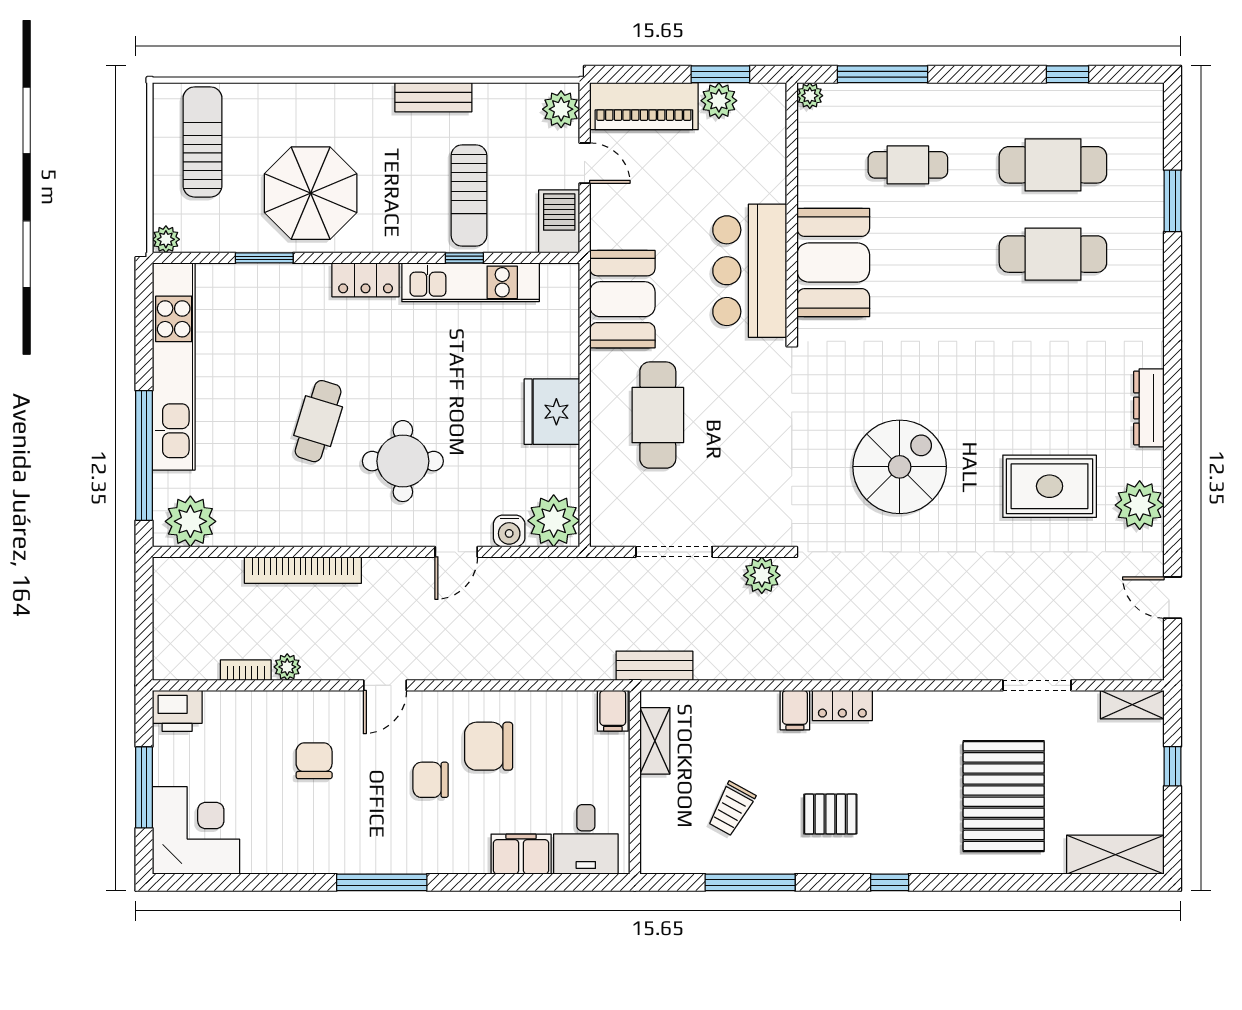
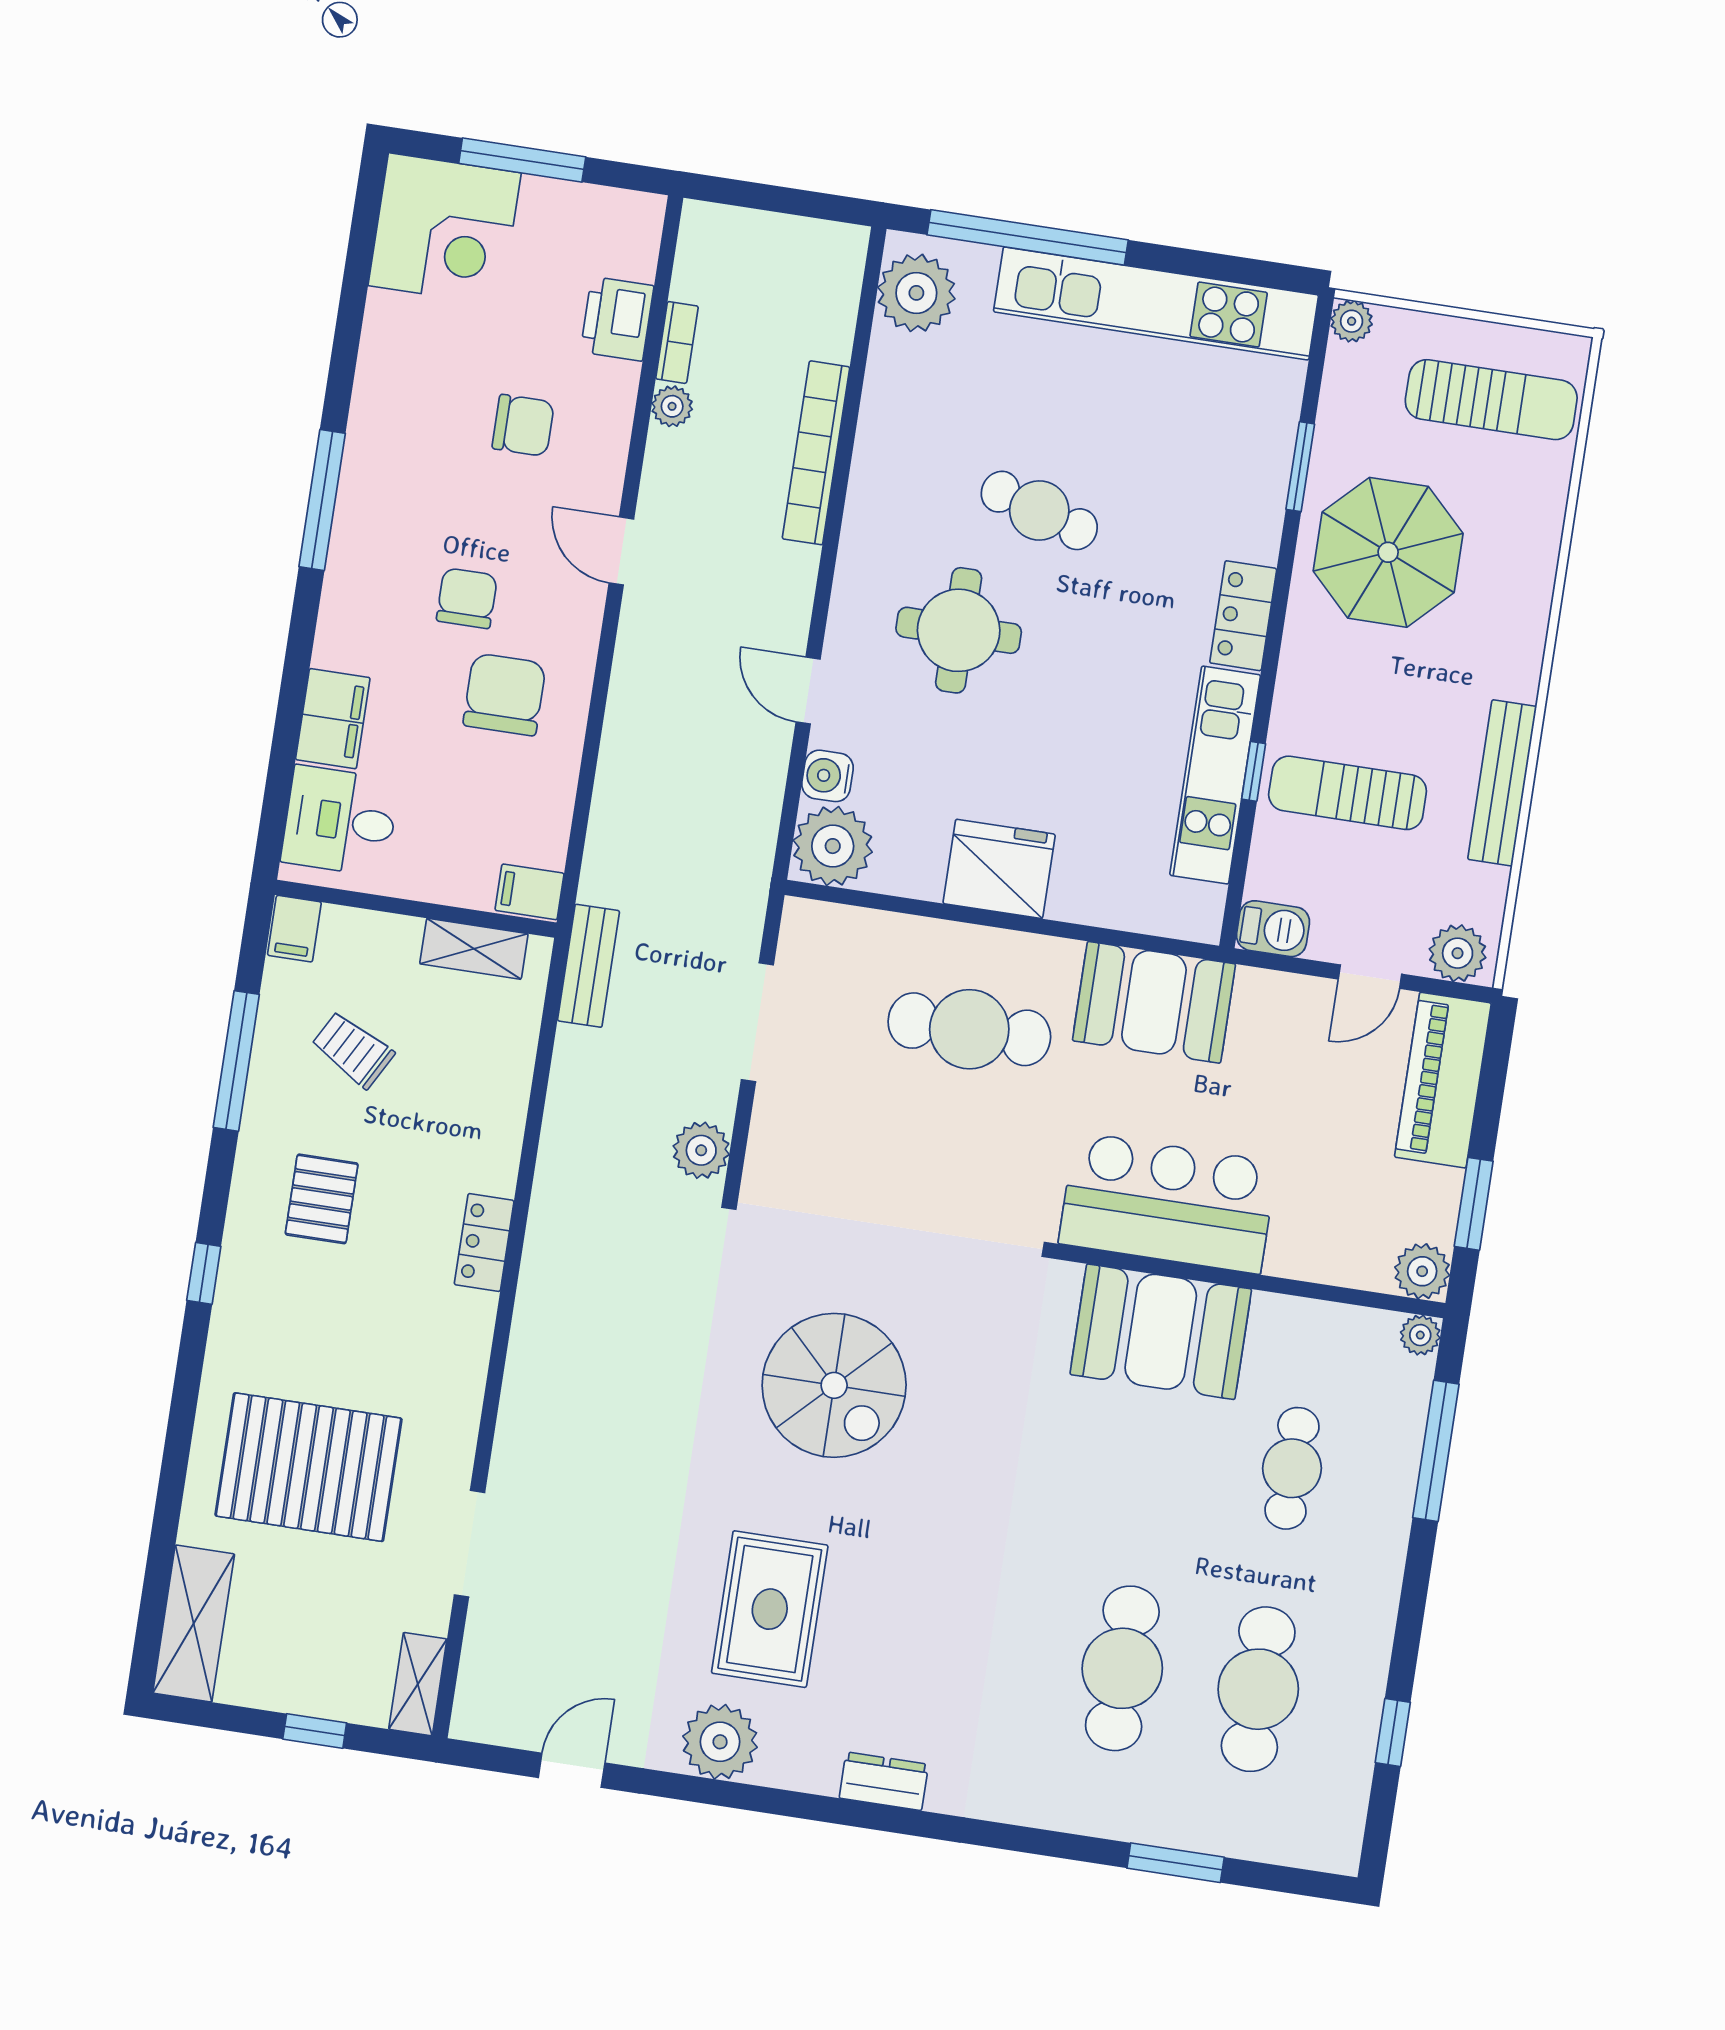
bench: (433, 97) -> (1502, 783), width x1.36
plant: (719, 101) -> (1422, 1271), moved
barbecue: (559, 221) -> (1273, 929), width x0.73, depth x0.79
dresser: (1149, 408) -> (884, 1781), width x0.70
filing cabinet: (795, 710) -> (294, 929), moved, turned -90
printer: (177, 711) -> (617, 319), moved

